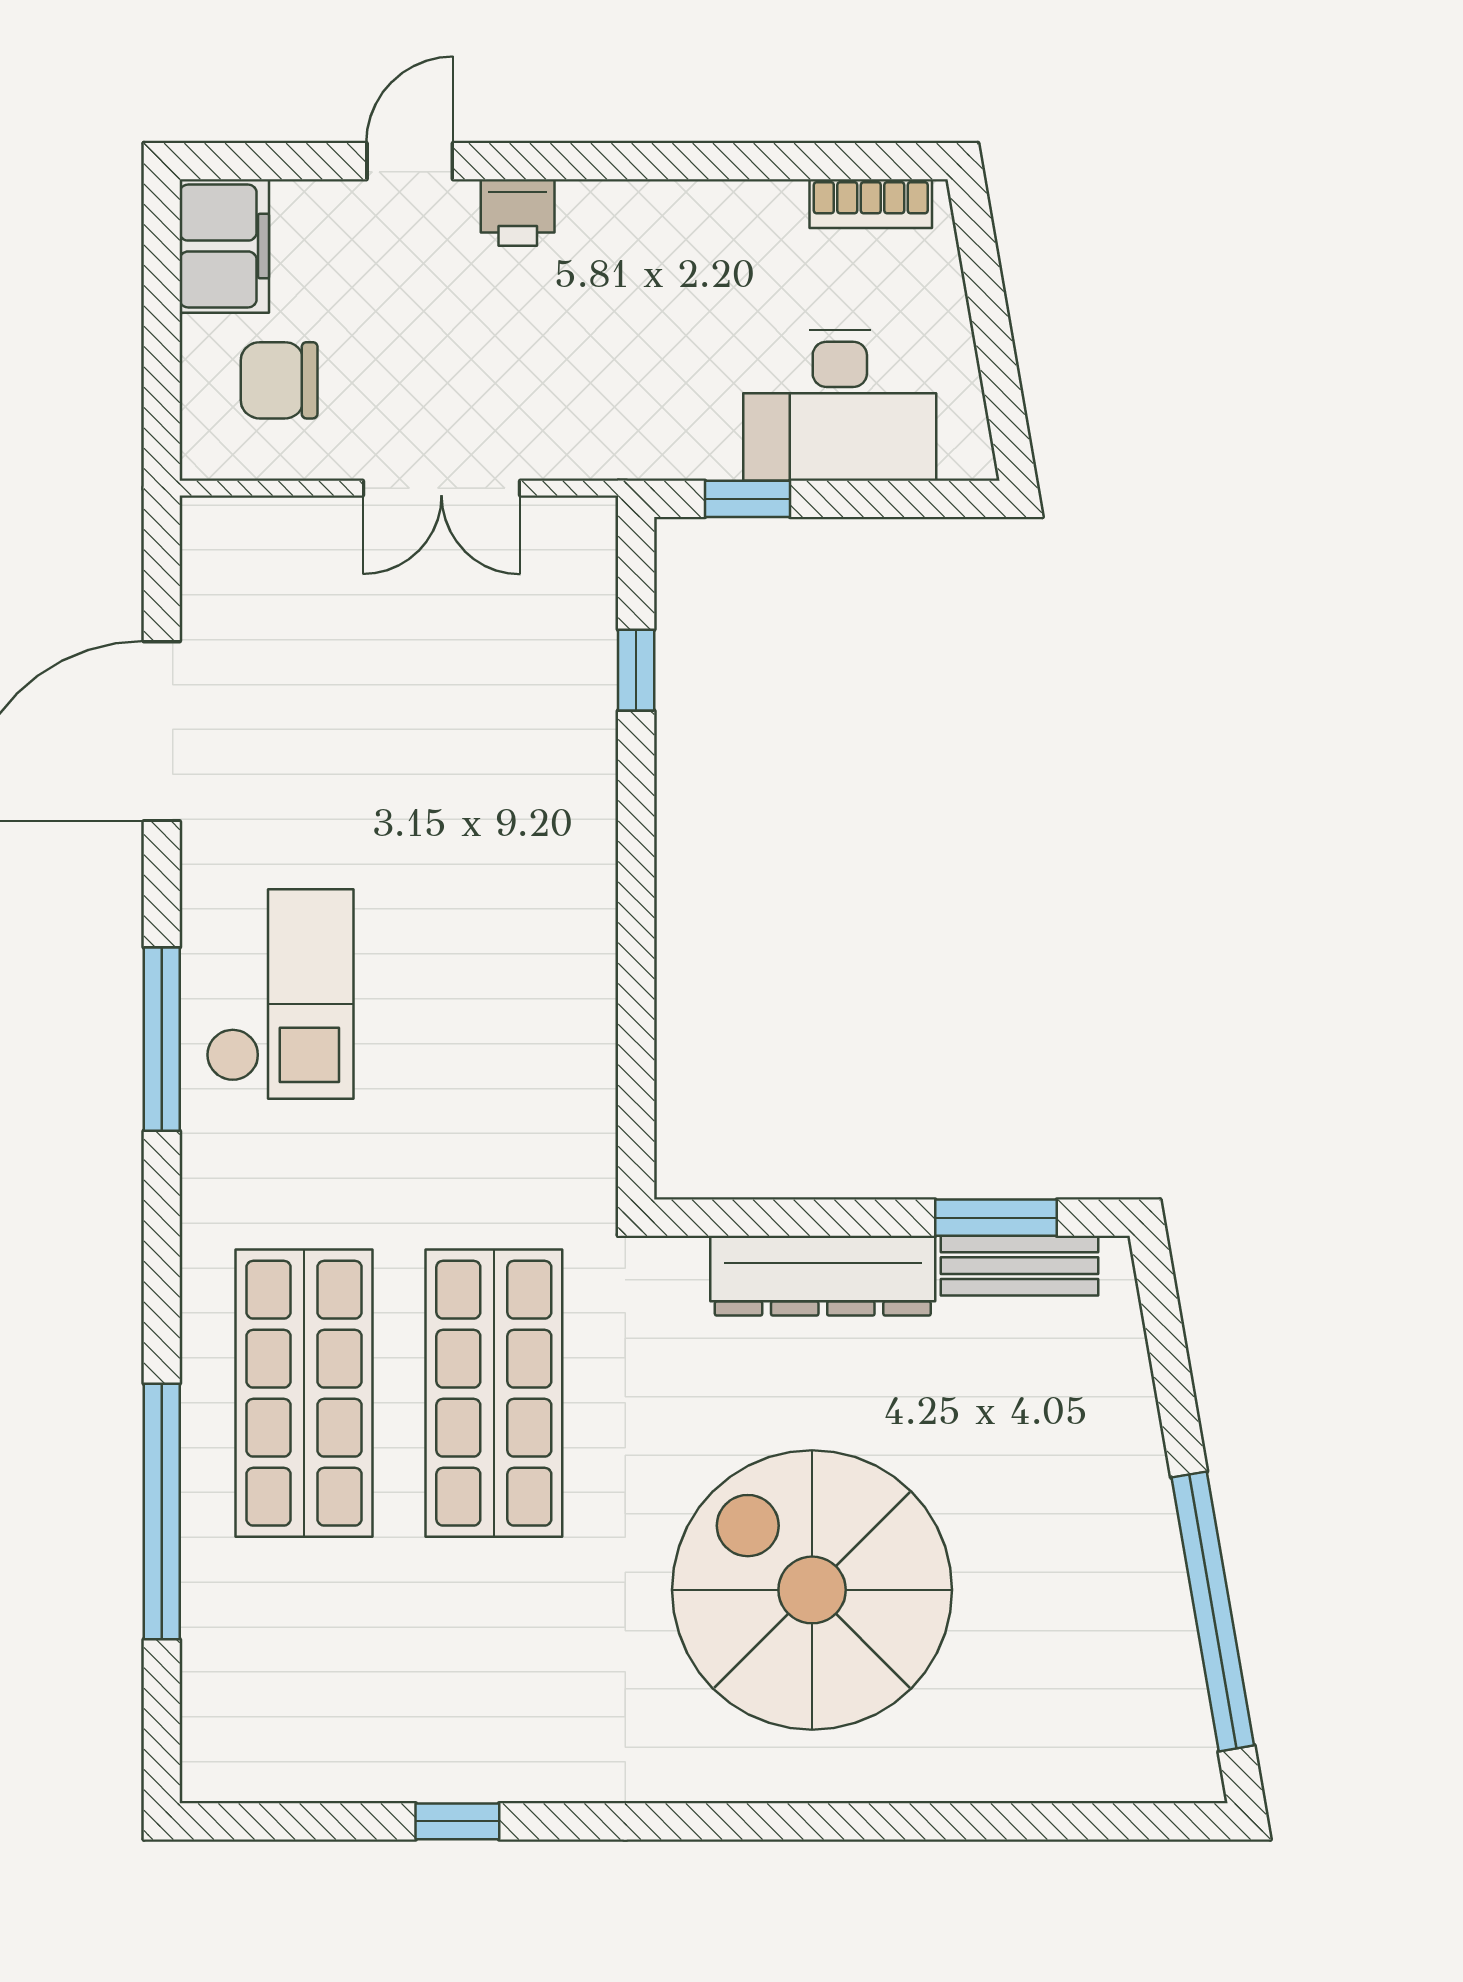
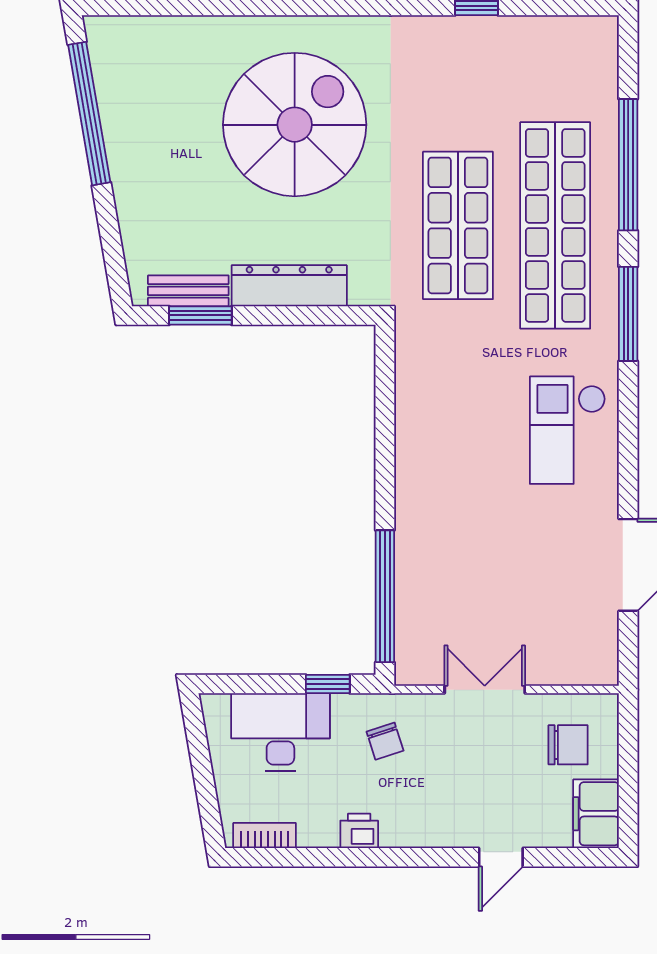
printer: (518, 213) -> (359, 831), moved
chair: (636, 388) -> (385, 741), added
window: (636, 670) -> (385, 596), width x3.17
window: (162, 1039) -> (628, 314), moved
shop shelf: (304, 1393) -> (555, 225), width x1.40
spiral stairs: (812, 1590) -> (295, 125), turned -90

